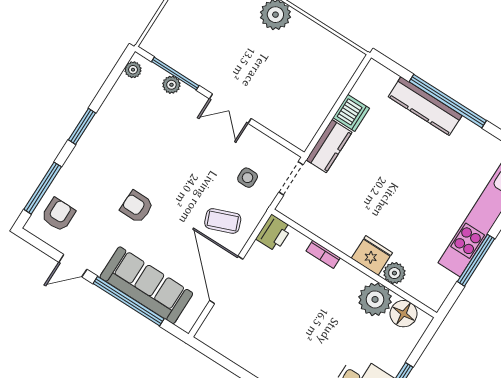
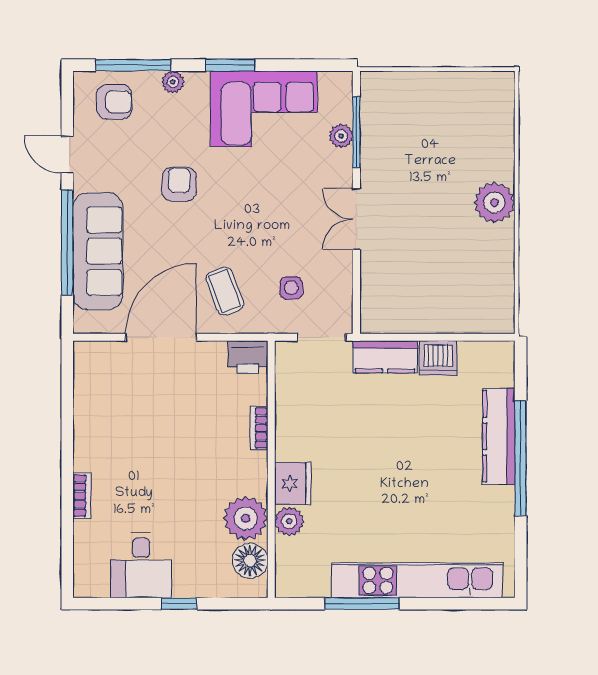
plant: (133, 70) -> (173, 82), moved
corner sofa: (123, 123) -> (264, 109), added

